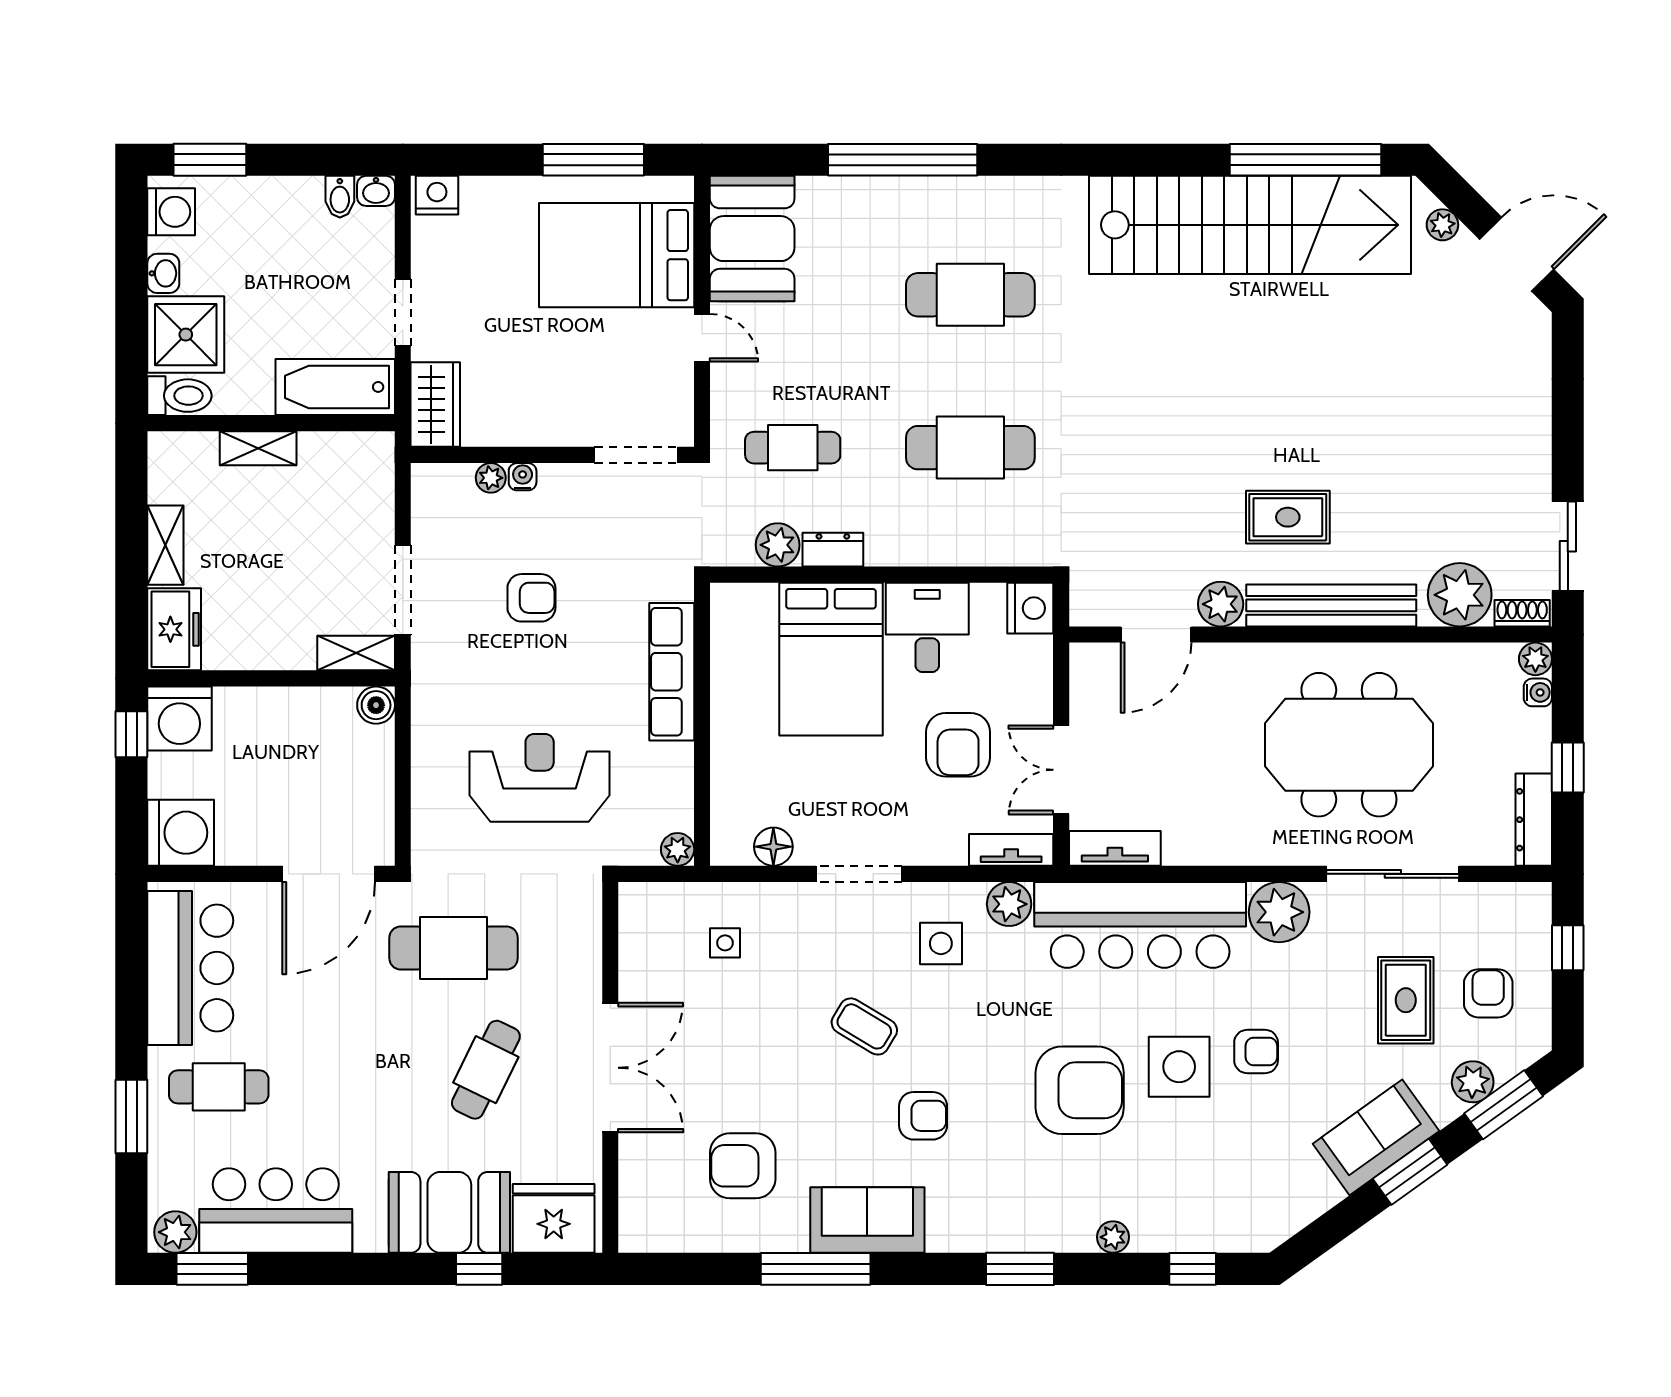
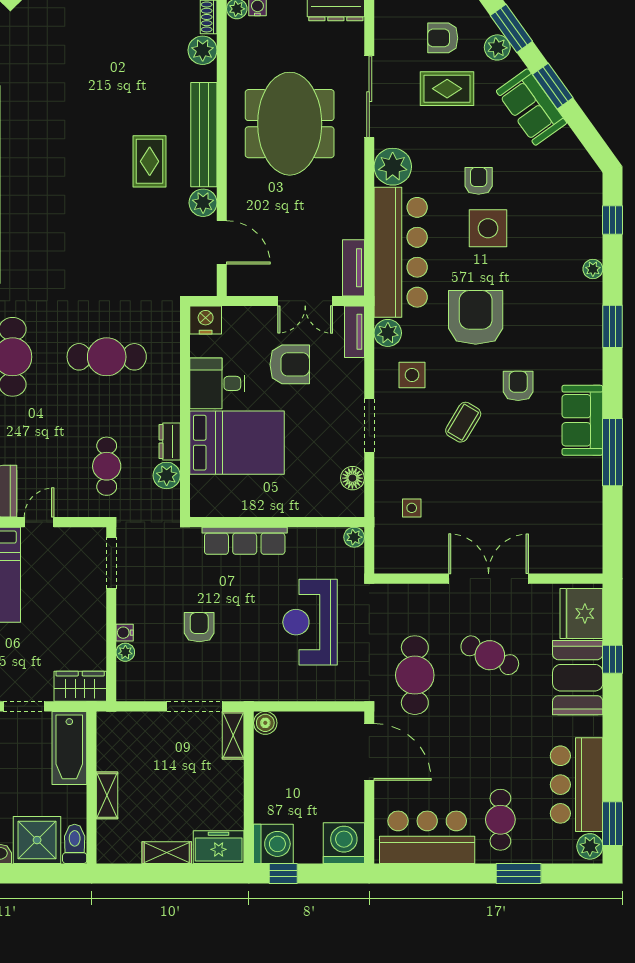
cafe table: (970, 448) -> (107, 357), turned 90
plant: (1460, 595) -> (203, 50), width x0.73, depth x0.73
armchair: (1080, 1090) -> (476, 317), moved
armchair: (743, 1166) -> (549, 497), removed

